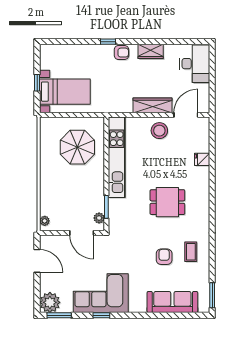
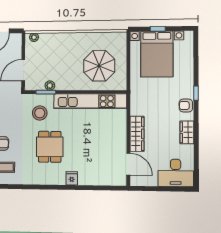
armchair: (121, 53) -> (186, 106), turned 90
bed with nightstands: (65, 92) -> (157, 54), width x1.36
stool: (159, 131) -> (40, 113), moved
fridge: (202, 159) -> (72, 178), moved
plant: (99, 218) -> (50, 86), moved

